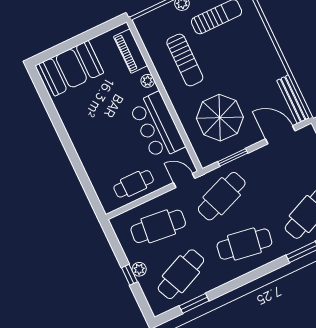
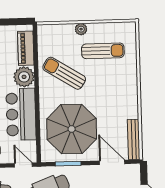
sun lounger: (185, 60) -> (64, 73), turned 122
plant: (148, 81) -> (24, 77), width x1.87, depth x1.87
parasol: (220, 118) -> (72, 129), width x1.36, depth x1.36

